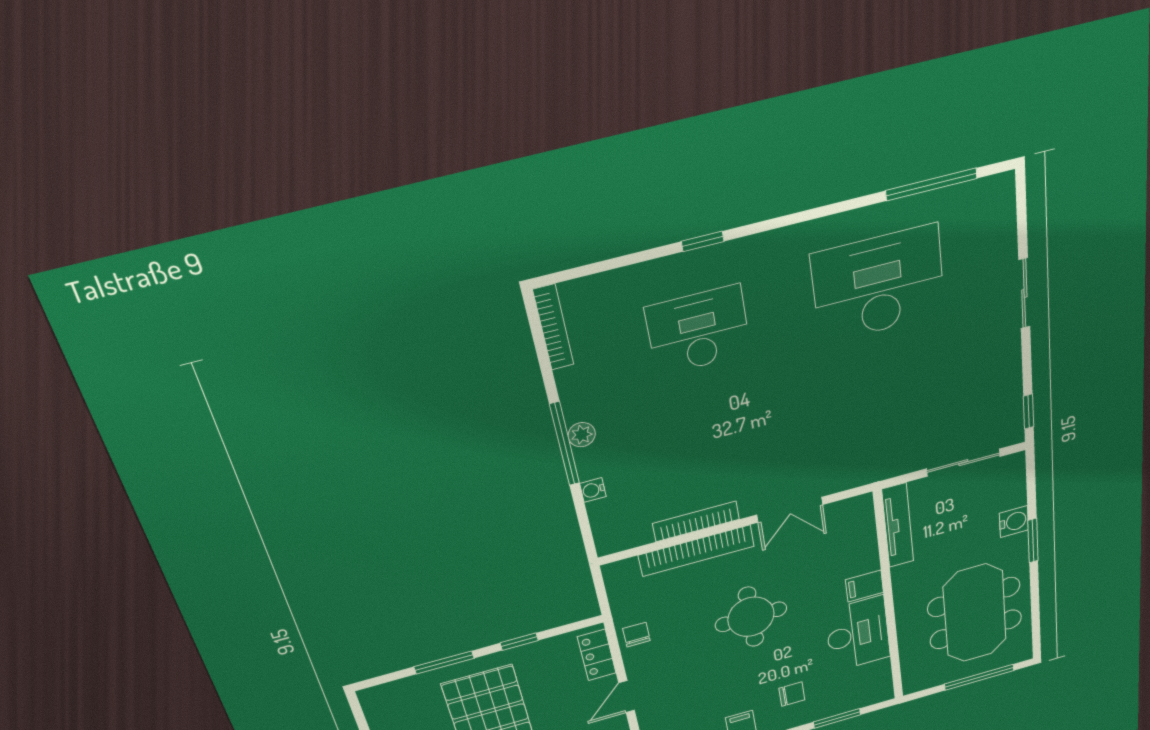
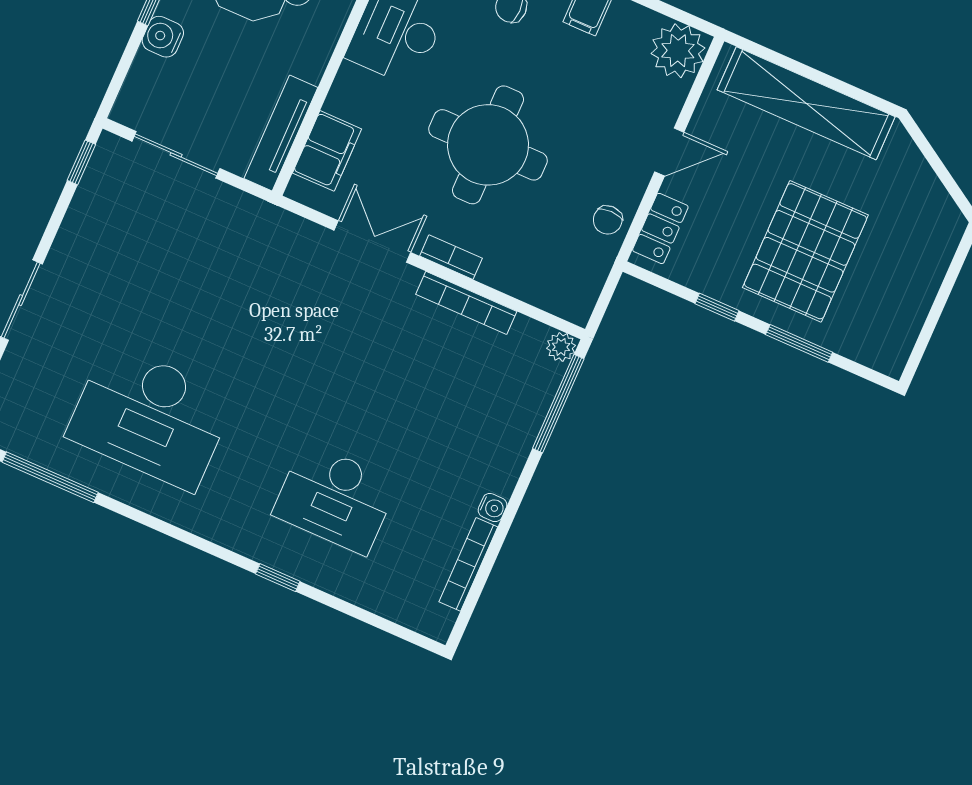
bookcase: (553, 327) -> (468, 564), moved
plant: (582, 435) -> (561, 347), moved
window: (565, 444) -> (558, 404), moved
water cooler: (593, 490) -> (493, 508), moved
bookcase: (696, 551) -> (451, 257), width x0.43, depth x0.76
filing cabinet: (864, 586) -> (327, 151), moved, width x2.00
round table: (751, 617) -> (488, 145), width x1.36, depth x1.36

